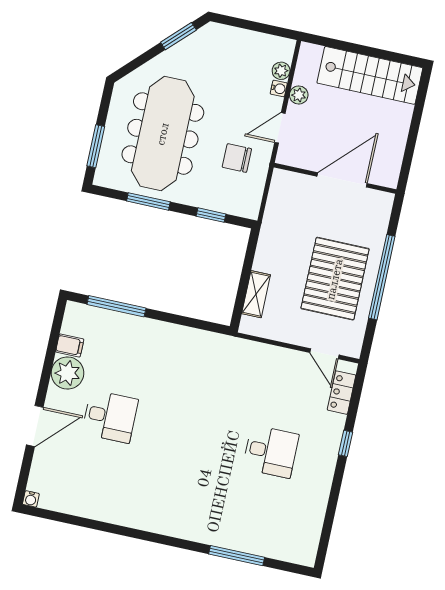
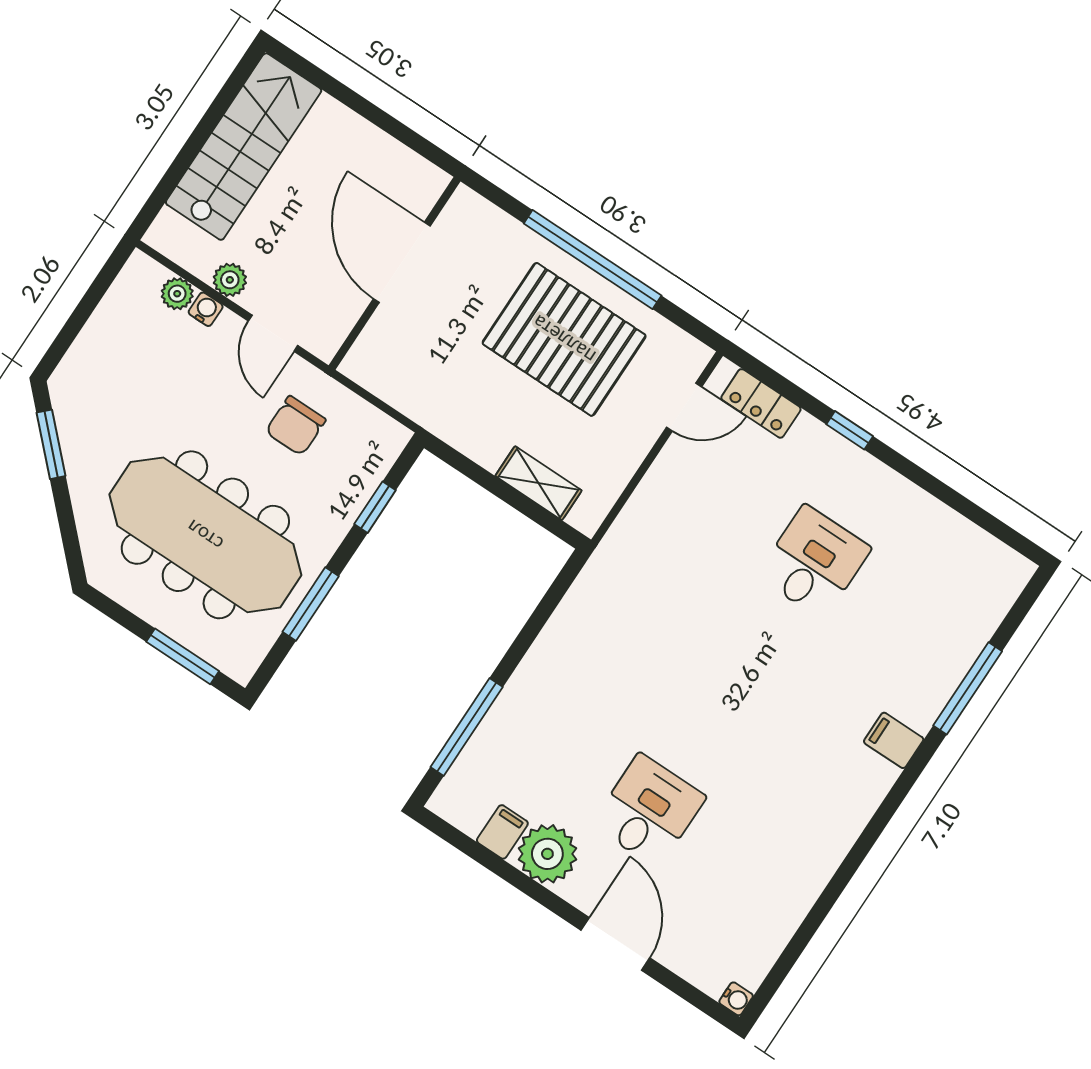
filing cabinet: (195, 528) -> (894, 740), added

